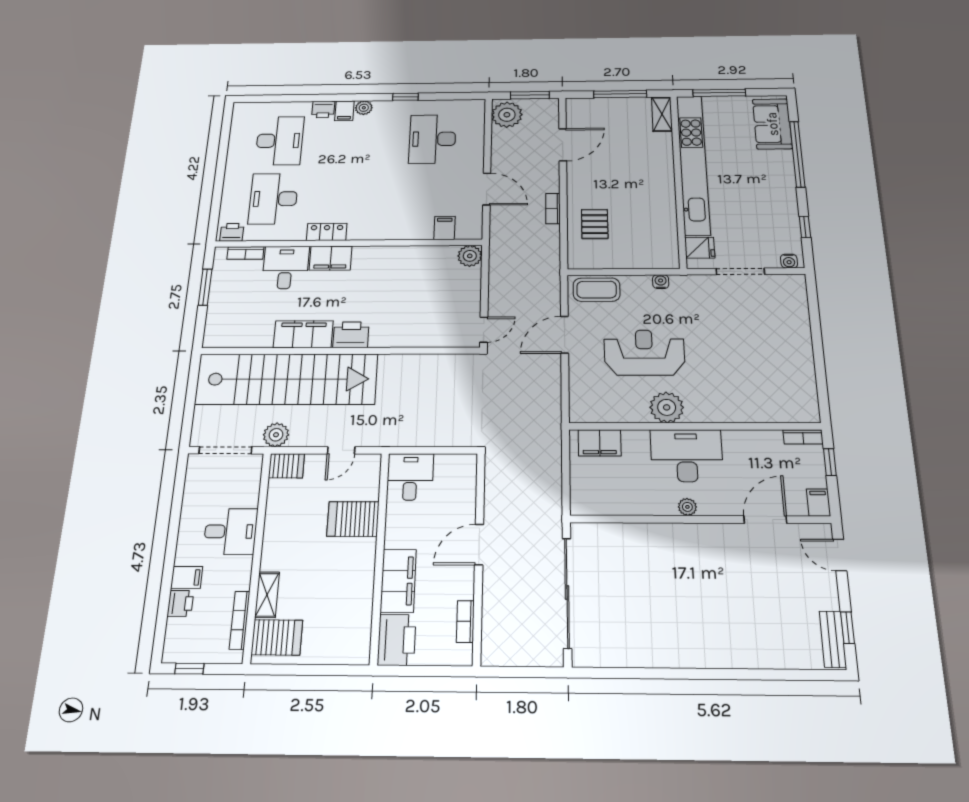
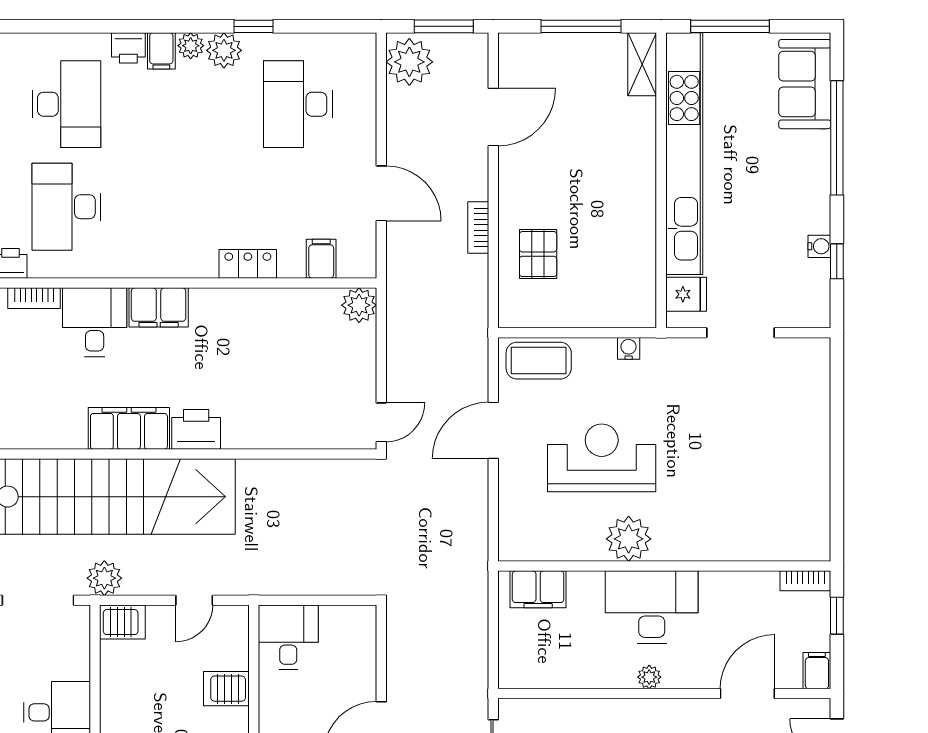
plant: (385, 110) -> (224, 50), added
locker: (327, 232) -> (248, 264), moved
water cooler: (789, 261) -> (819, 246), moved, turned -90
server rack: (353, 519) -> (226, 689), width x0.73, depth x0.70

